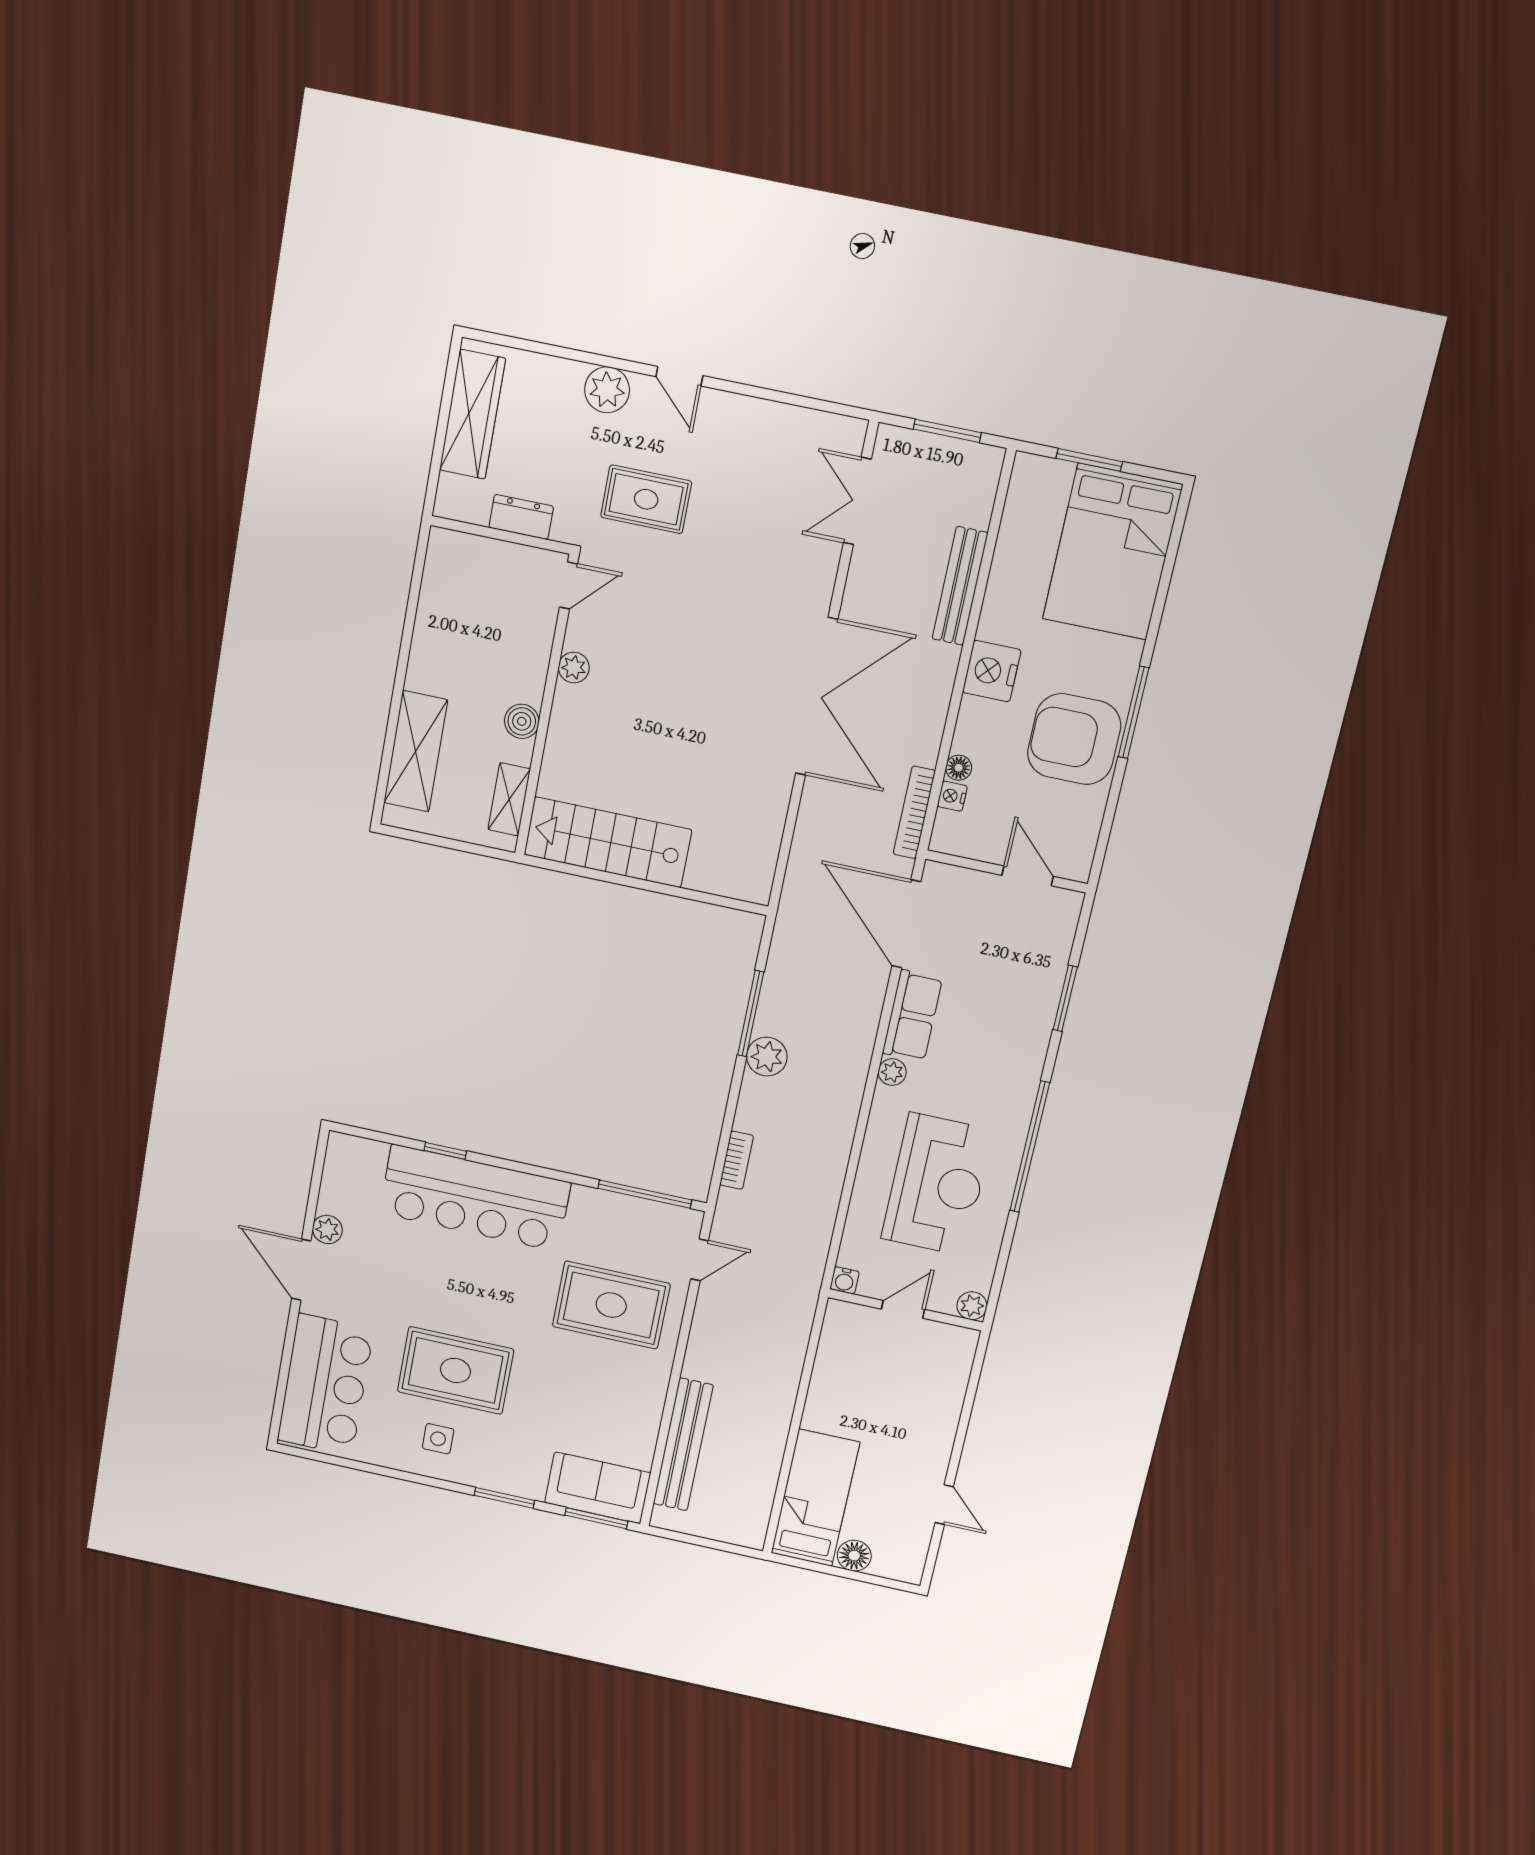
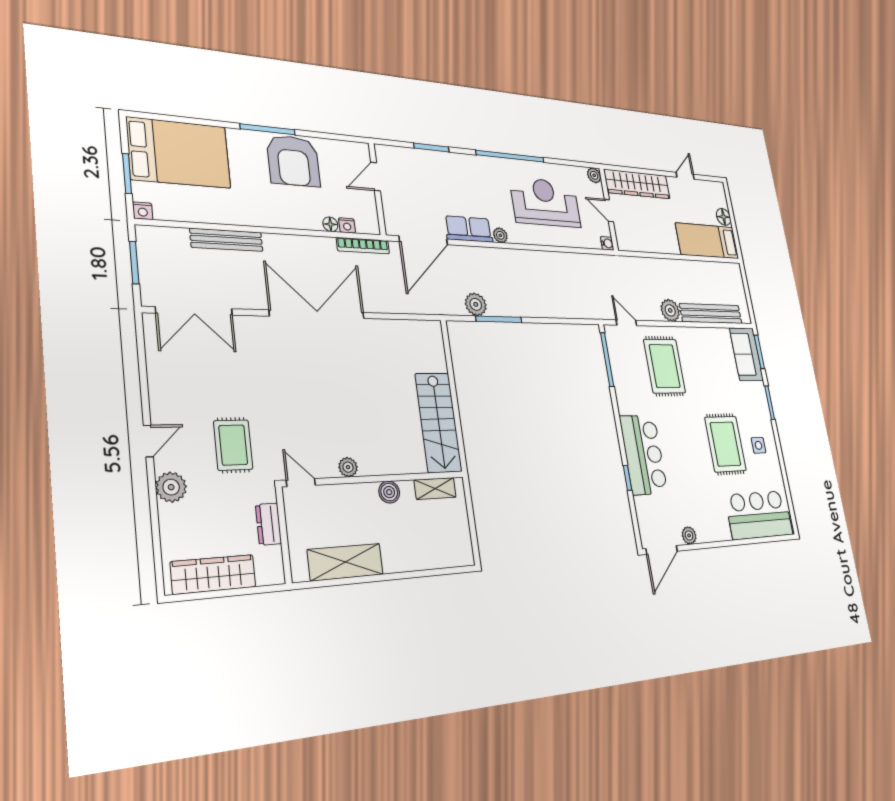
double door: (857, 501) -> (194, 311), width x1.37
nightstand: (992, 671) -> (143, 211), moved, width x0.53, depth x0.56
shelving: (416, 751) -> (345, 562), moved
plant: (767, 1057) -> (476, 304), moved
bookcase: (737, 1160) -> (573, 312), removed
bar counter: (475, 1198) -> (643, 455), width x0.73
door: (301, 1270) -> (662, 550), moved
plant: (704, 1360) -> (670, 310), added
wardrobe: (943, 1391) -> (637, 184), added

